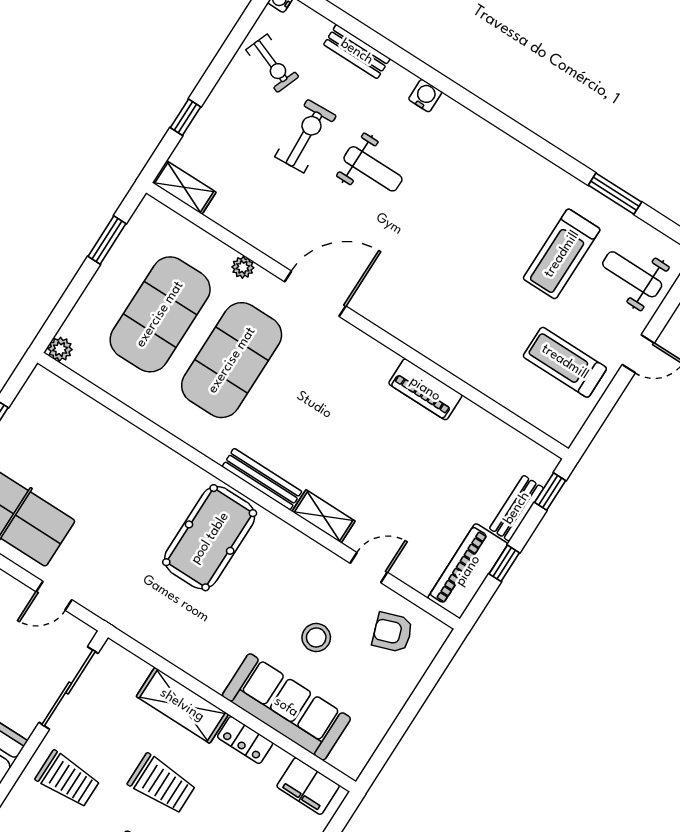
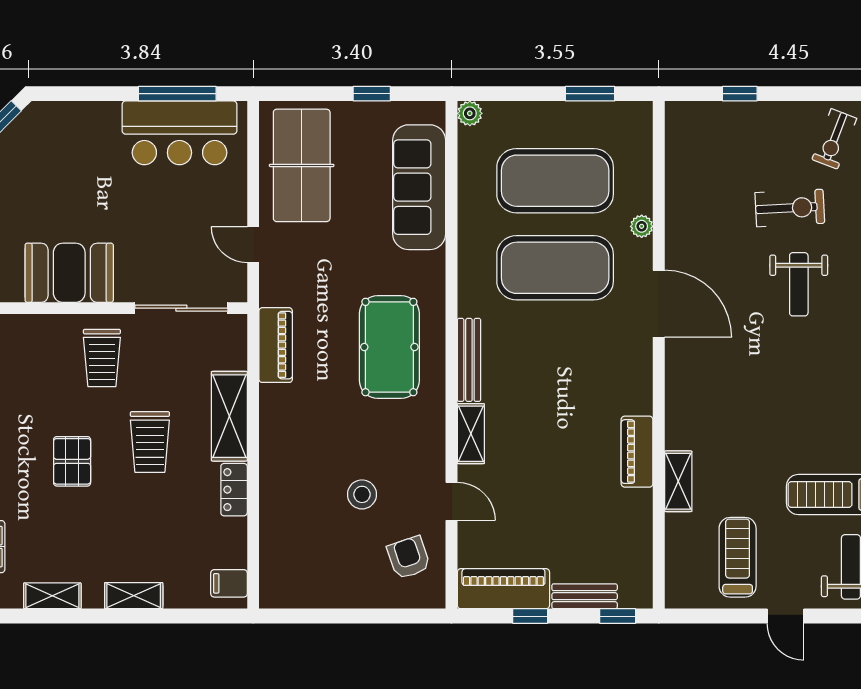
shelving: (184, 187) -> (678, 481), moved
pool table: (210, 538) -> (389, 347), turned 90
piano: (148, 630) -> (276, 345), added
sofa: (286, 707) -> (419, 187), moved, turned 180
filing cabinet: (308, 786) -> (229, 583), width x0.50

